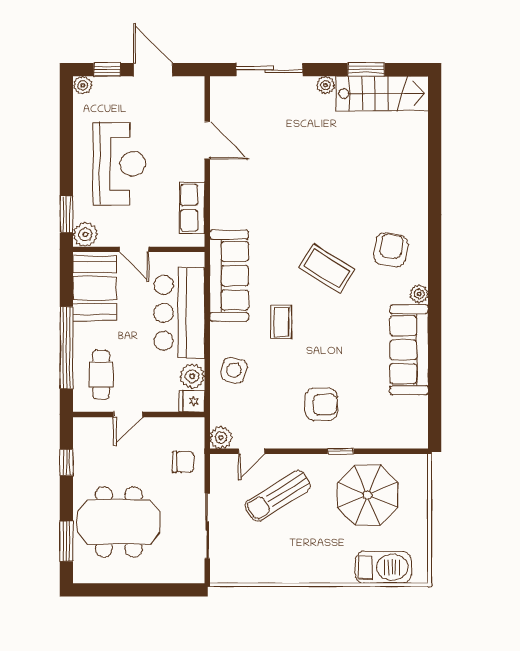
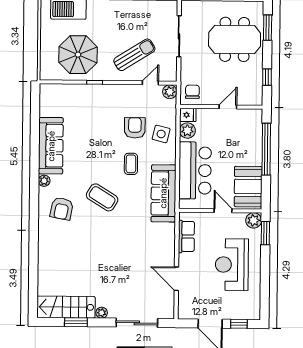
plant: (83, 85) -> (254, 314), removed
cafe table: (101, 374) -> (245, 132), removed
armchair: (321, 404) -> (135, 128), moved, turned 90
chair: (183, 462) -> (192, 92), moved, turned 90

